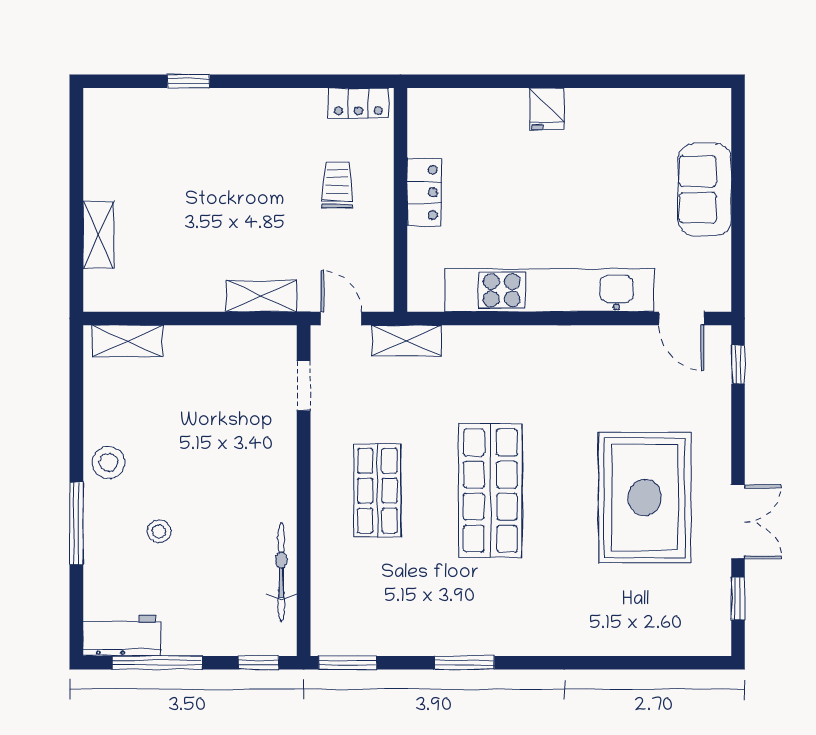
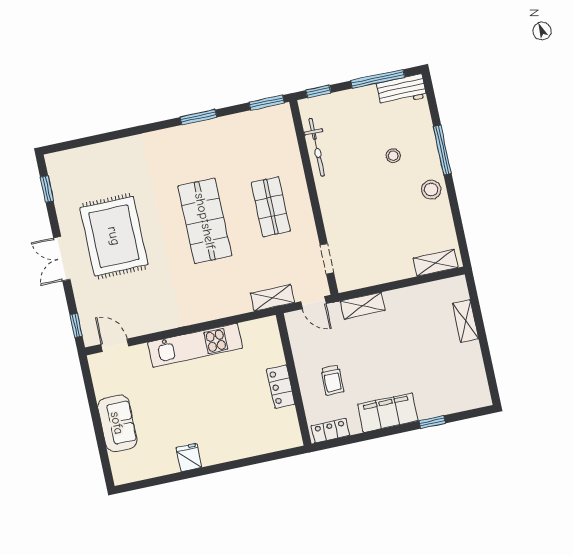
fridge: (547, 109) -> (189, 457), moved
filing cabinet: (258, 112) -> (388, 413), added
kitchen unit: (550, 290) -> (195, 345), width x0.73
double door: (738, 522) -> (62, 259), moved

